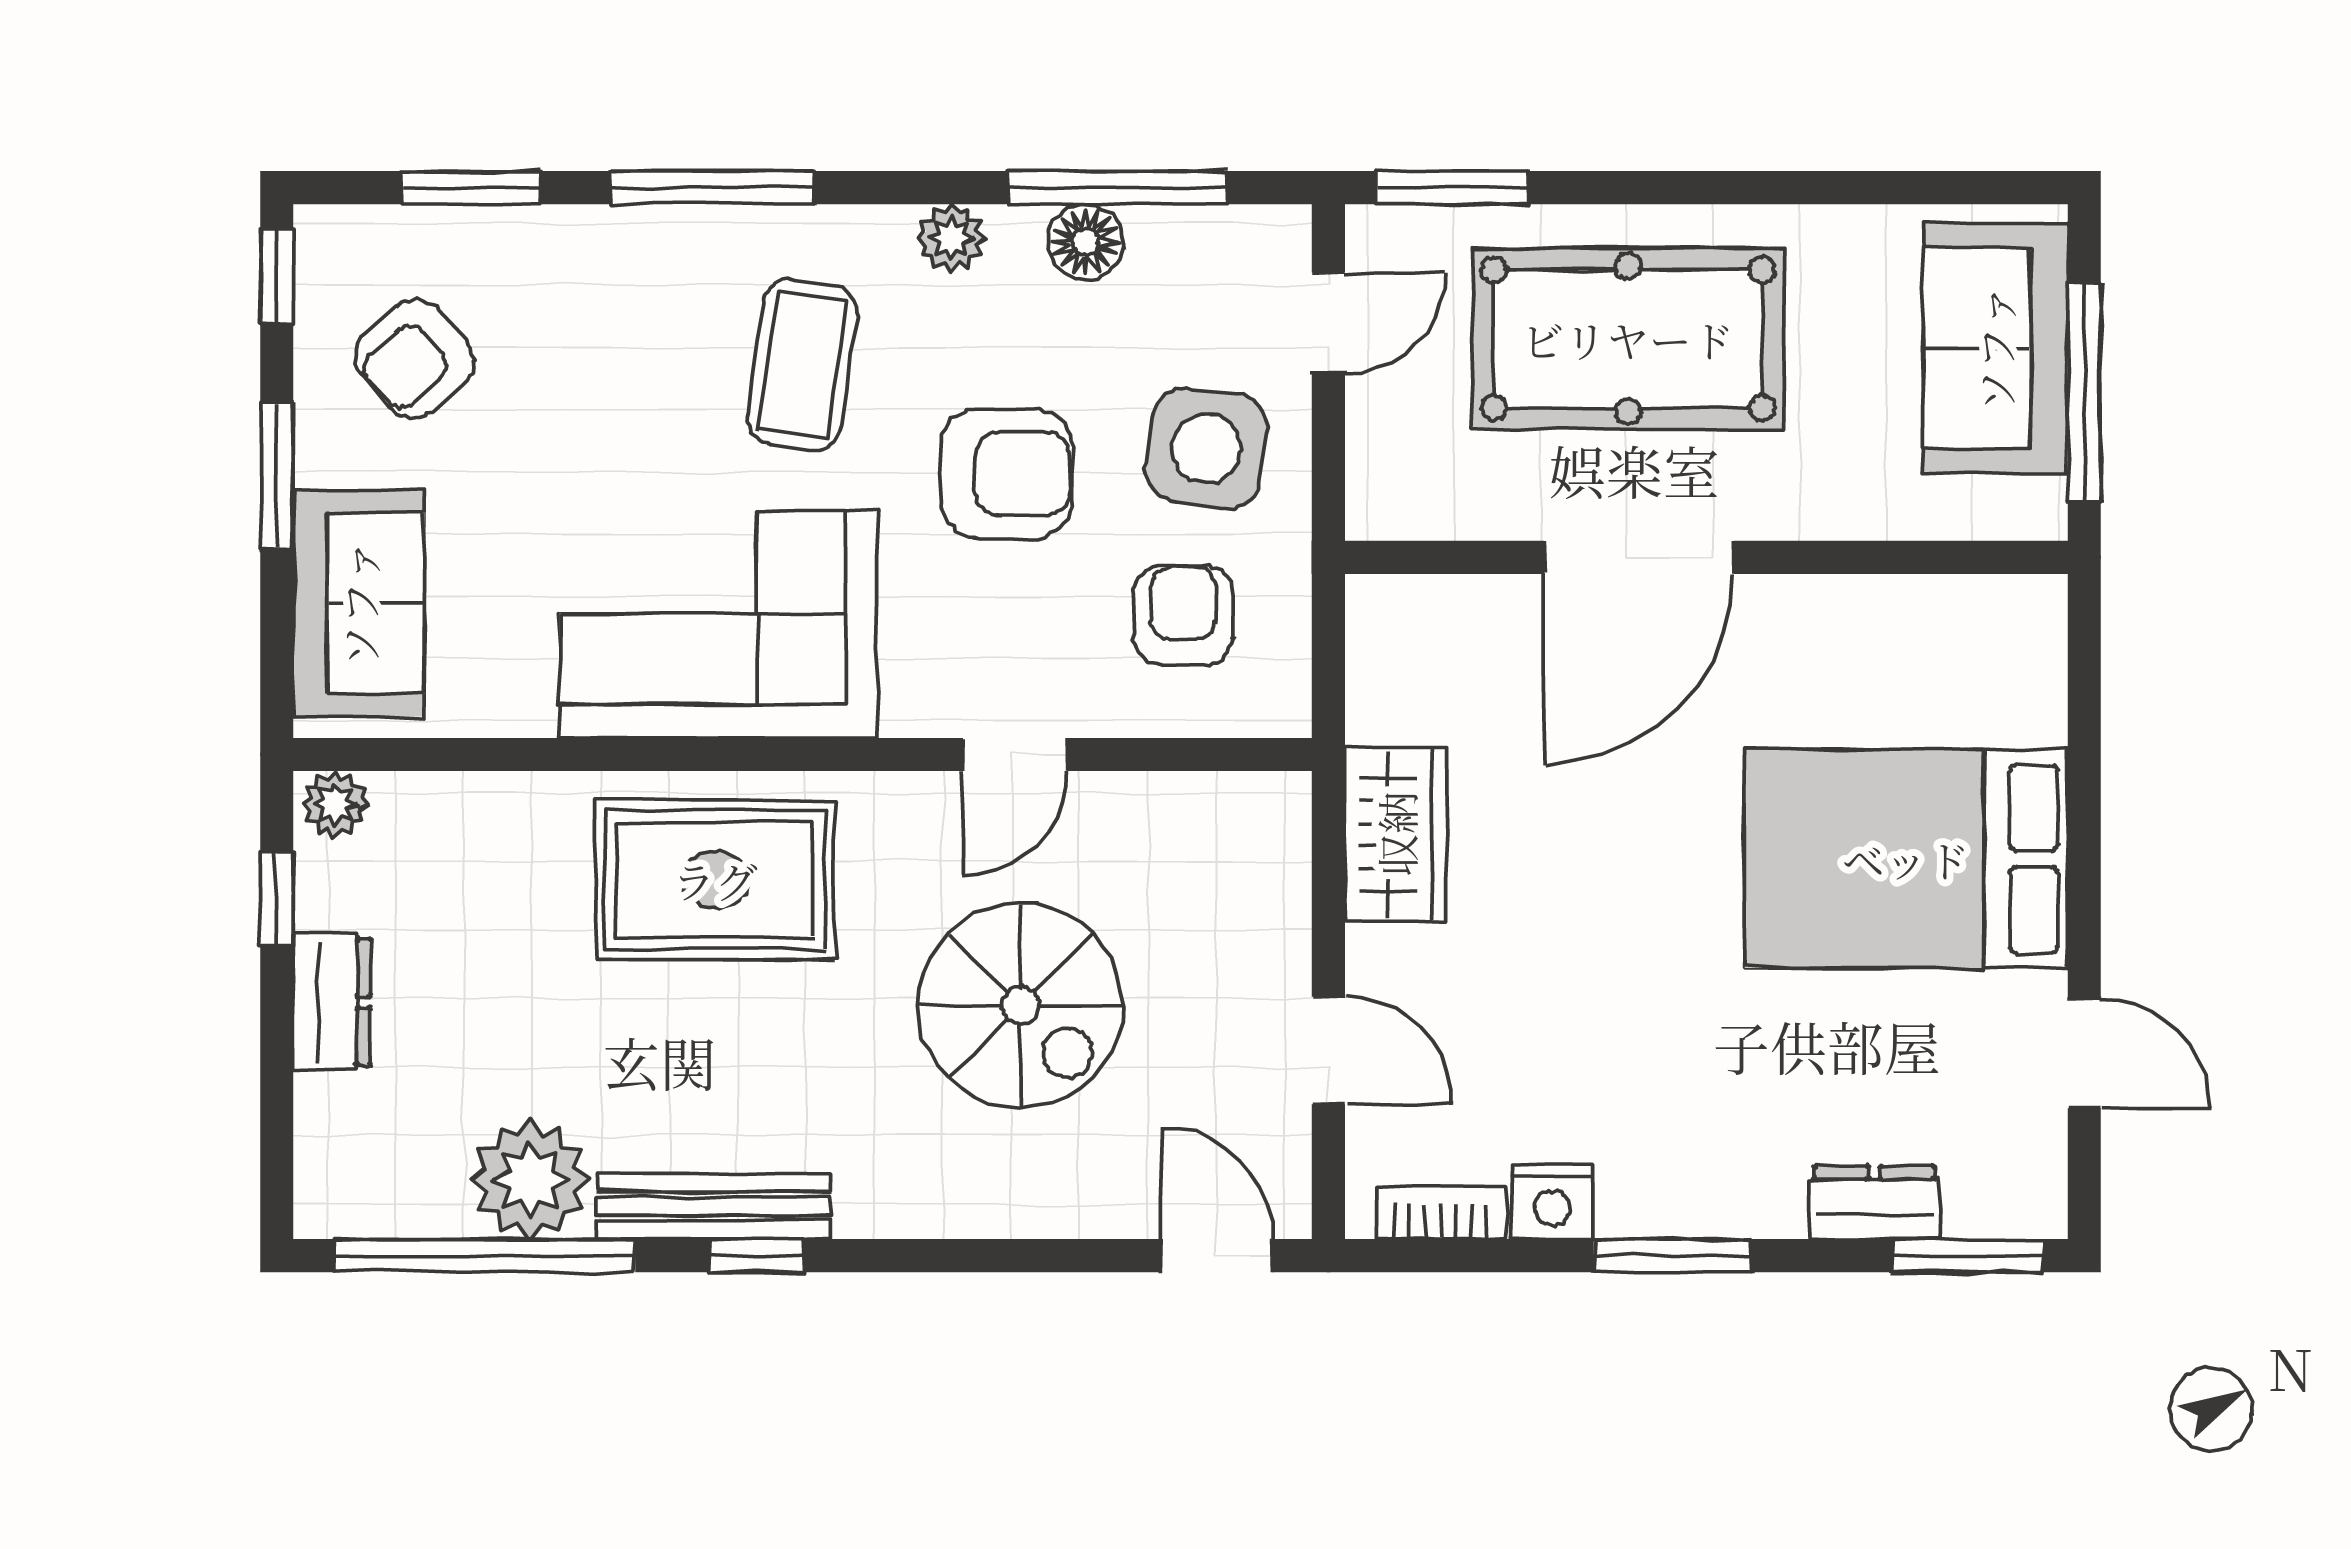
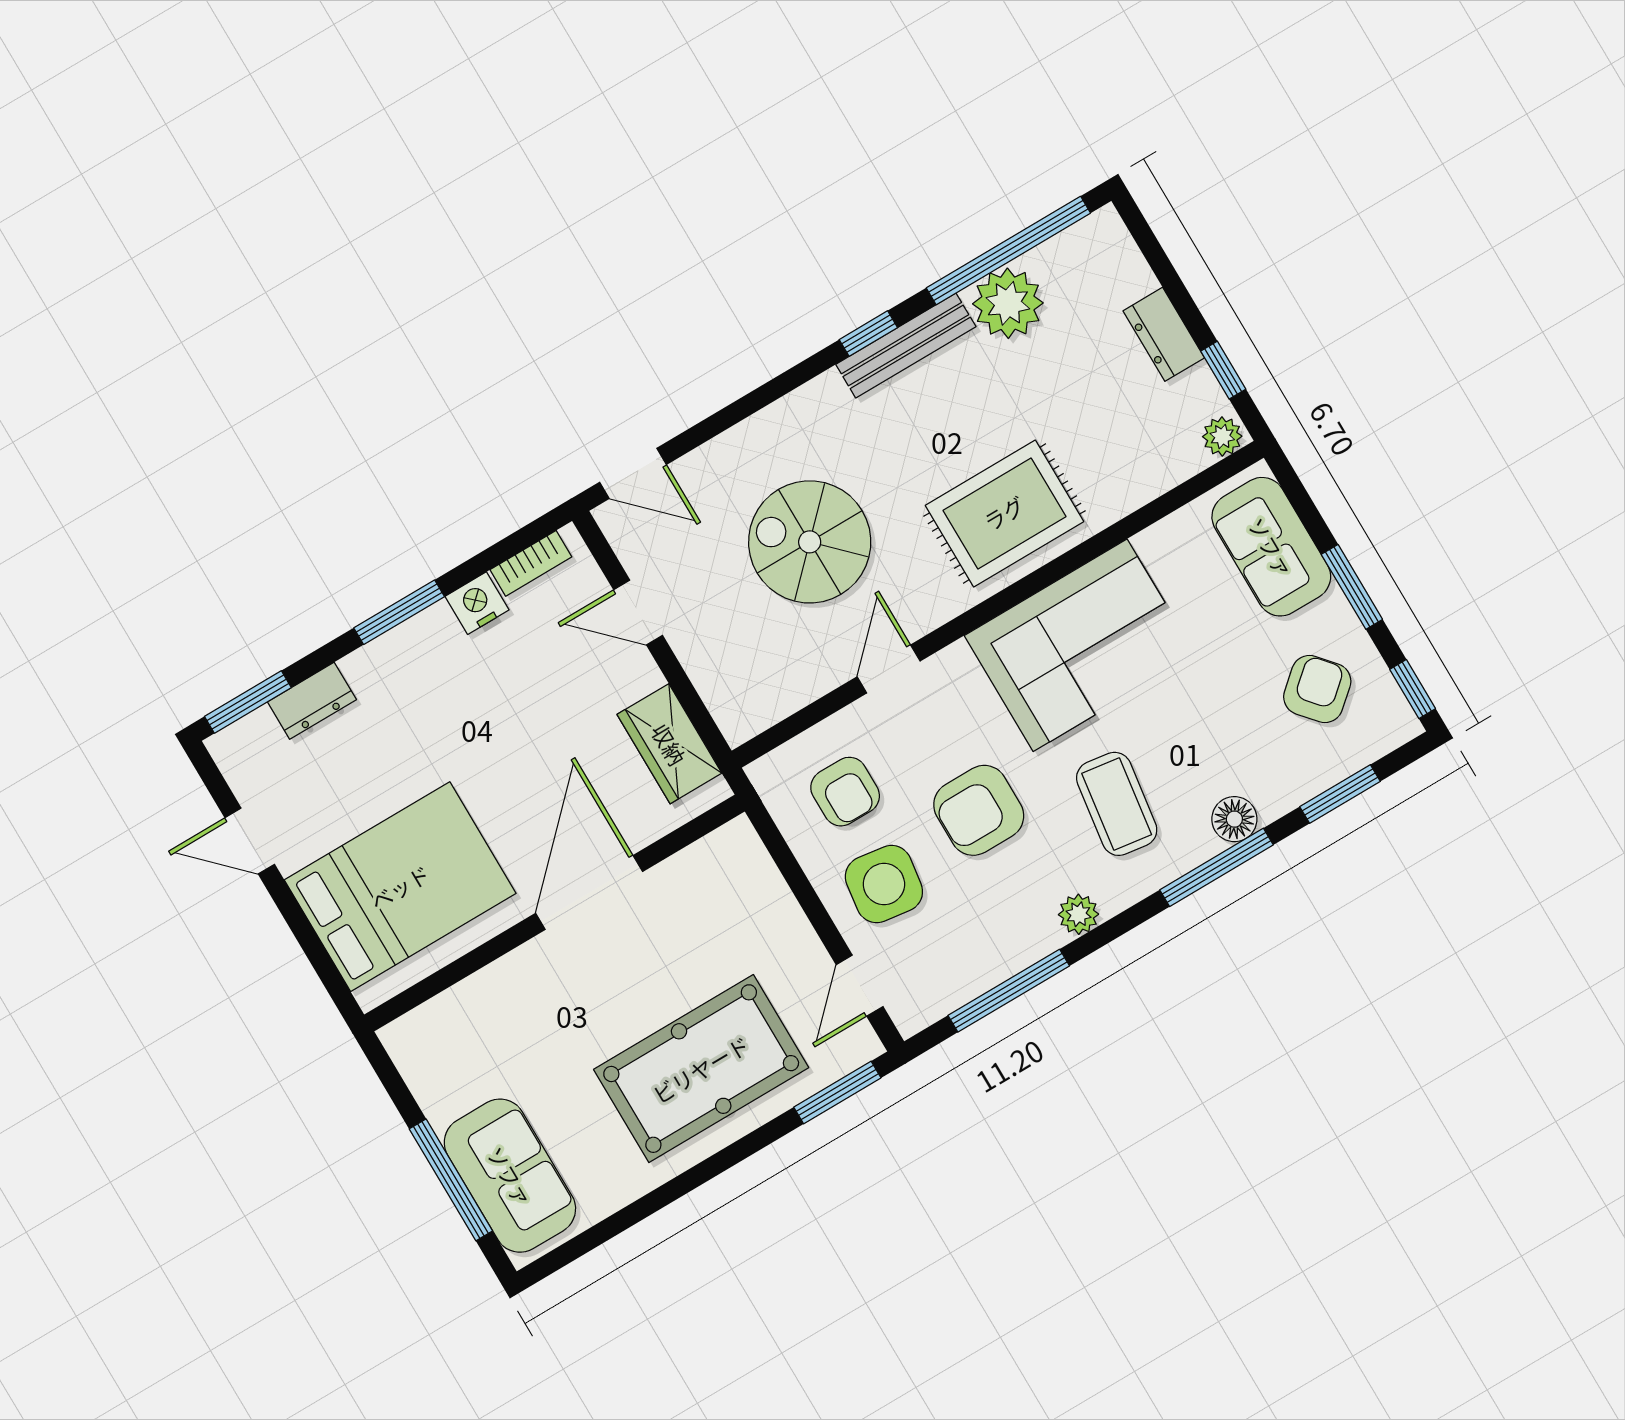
floor lamp: (1086, 242) -> (1234, 819), moved
door: (1639, 557) -> (589, 892), moved
wall: (1706, 557) -> (554, 913), moved

